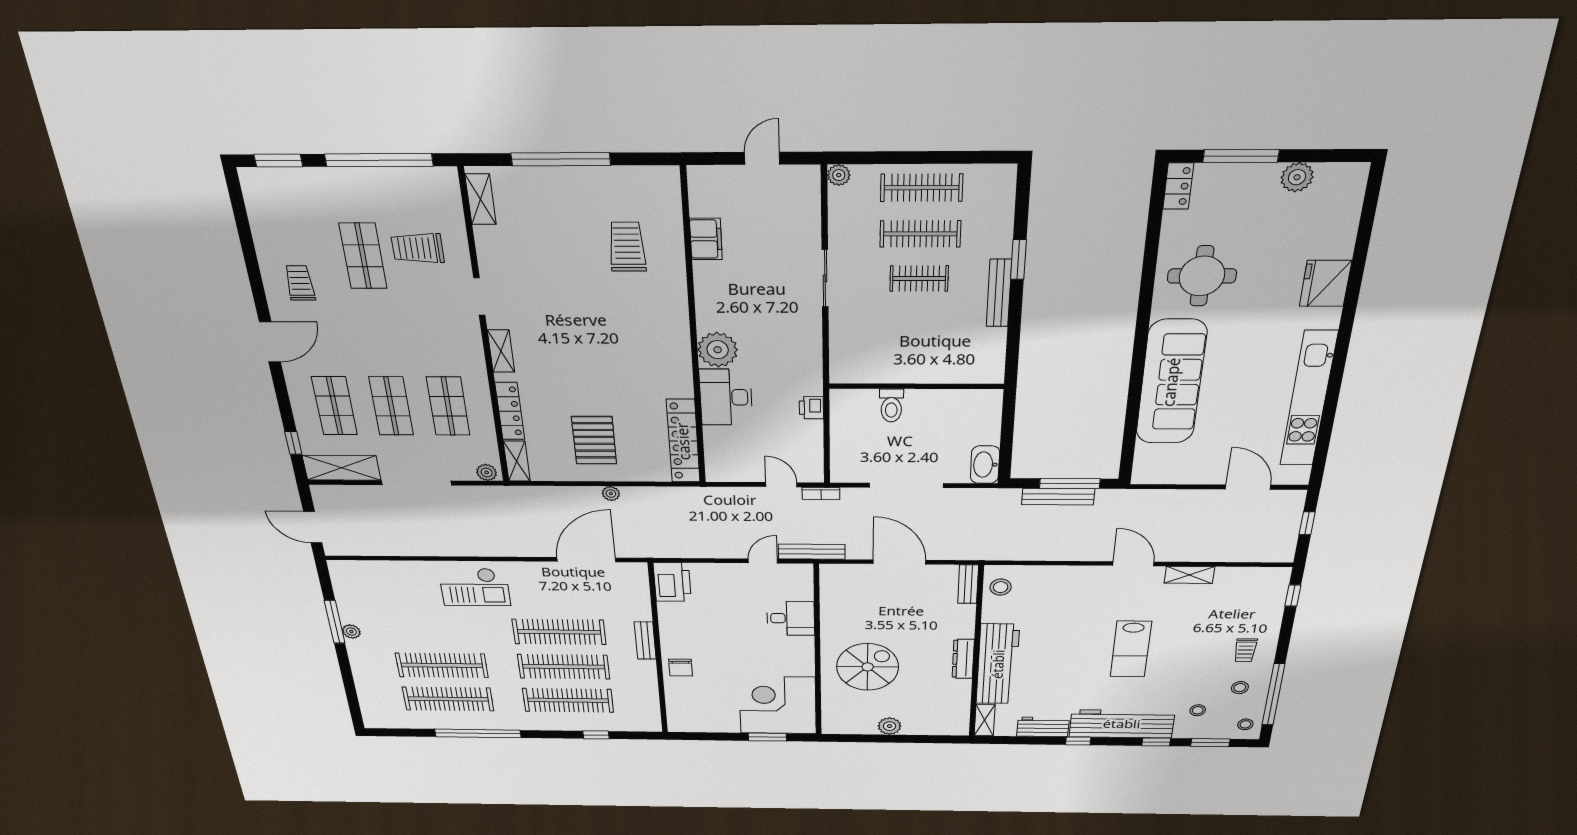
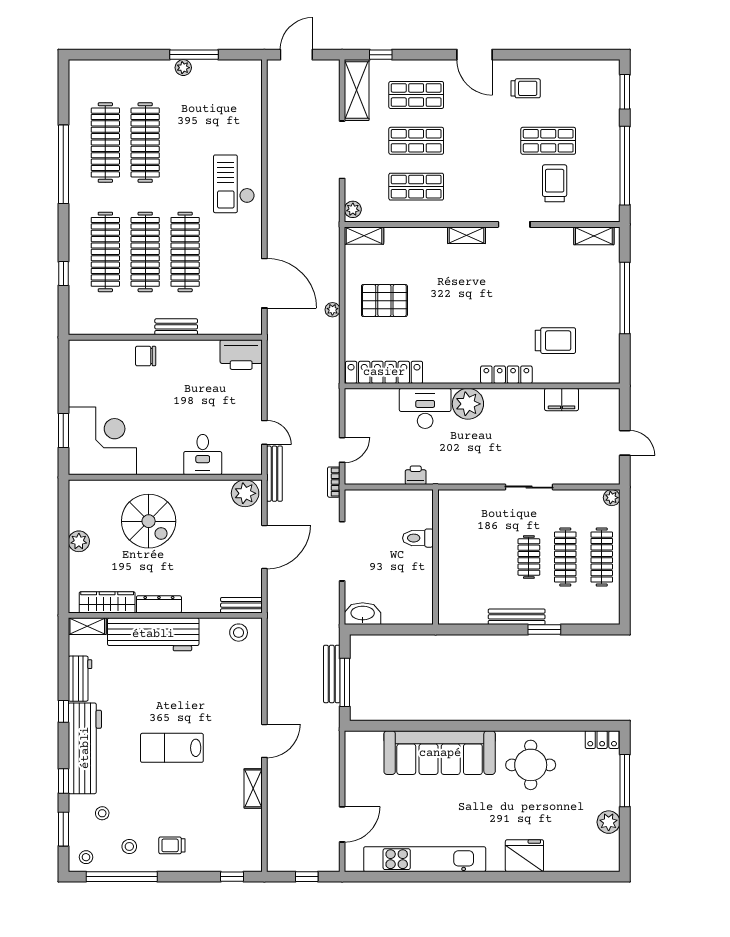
locker: (510, 411) -> (506, 375), moved, turned 180
plant: (835, 580) -> (245, 493), added
wardrobe: (959, 703) -> (107, 602), added

